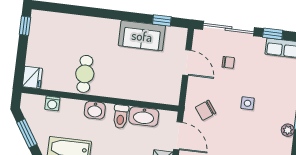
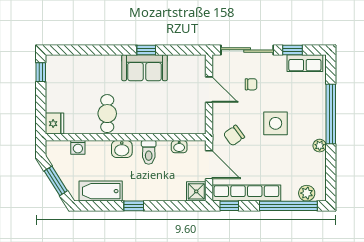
window: (162, 20) -> (146, 50), moved
sofa: (142, 36) -> (144, 68), moved
side table: (248, 103) -> (276, 123), width x1.87, depth x1.87
washbasin: (144, 117) -> (179, 147), width x0.52, depth x0.69

